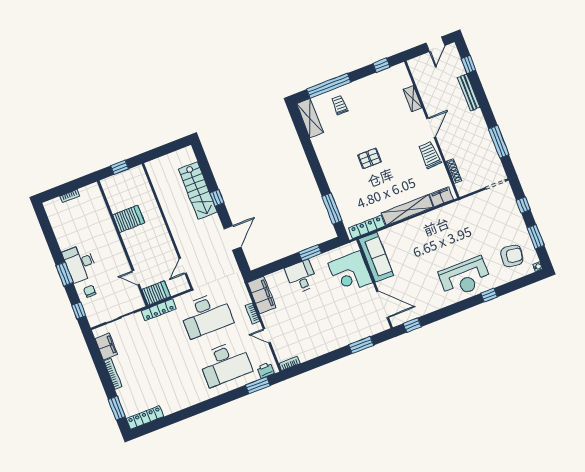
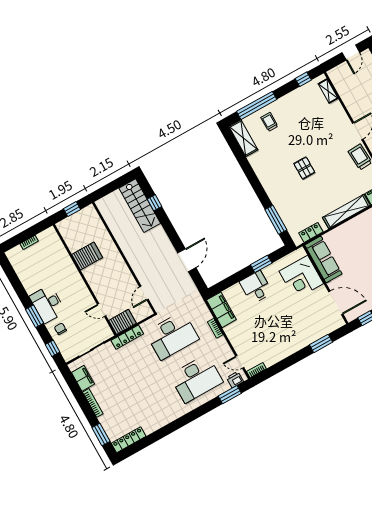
shelving: (413, 99) -> (328, 91), moved
pallet: (370, 158) -> (304, 168), turned 90
stairs: (198, 191) -> (140, 206), moved
window: (217, 198) -> (154, 203), moved
locker: (367, 227) -> (311, 232), width x0.66
door: (267, 336) -> (240, 362), moved

